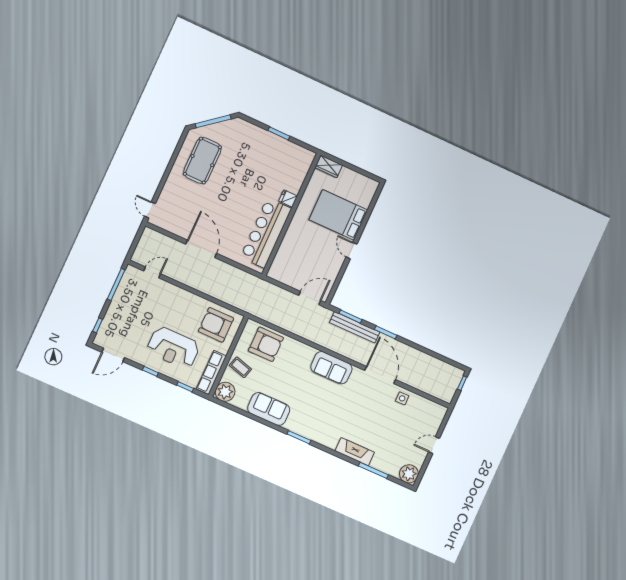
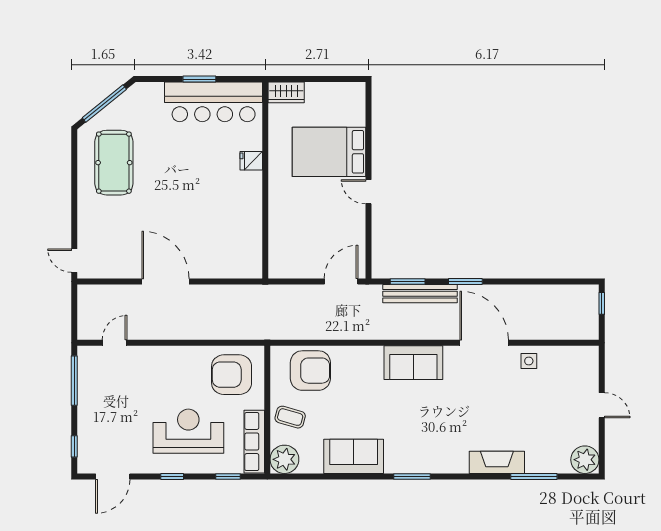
bar counter: (266, 233) -> (214, 102), moved, turned -90
reception desk: (173, 348) -> (188, 431), turned 180
door: (434, 445) -> (602, 405), swing flipped

